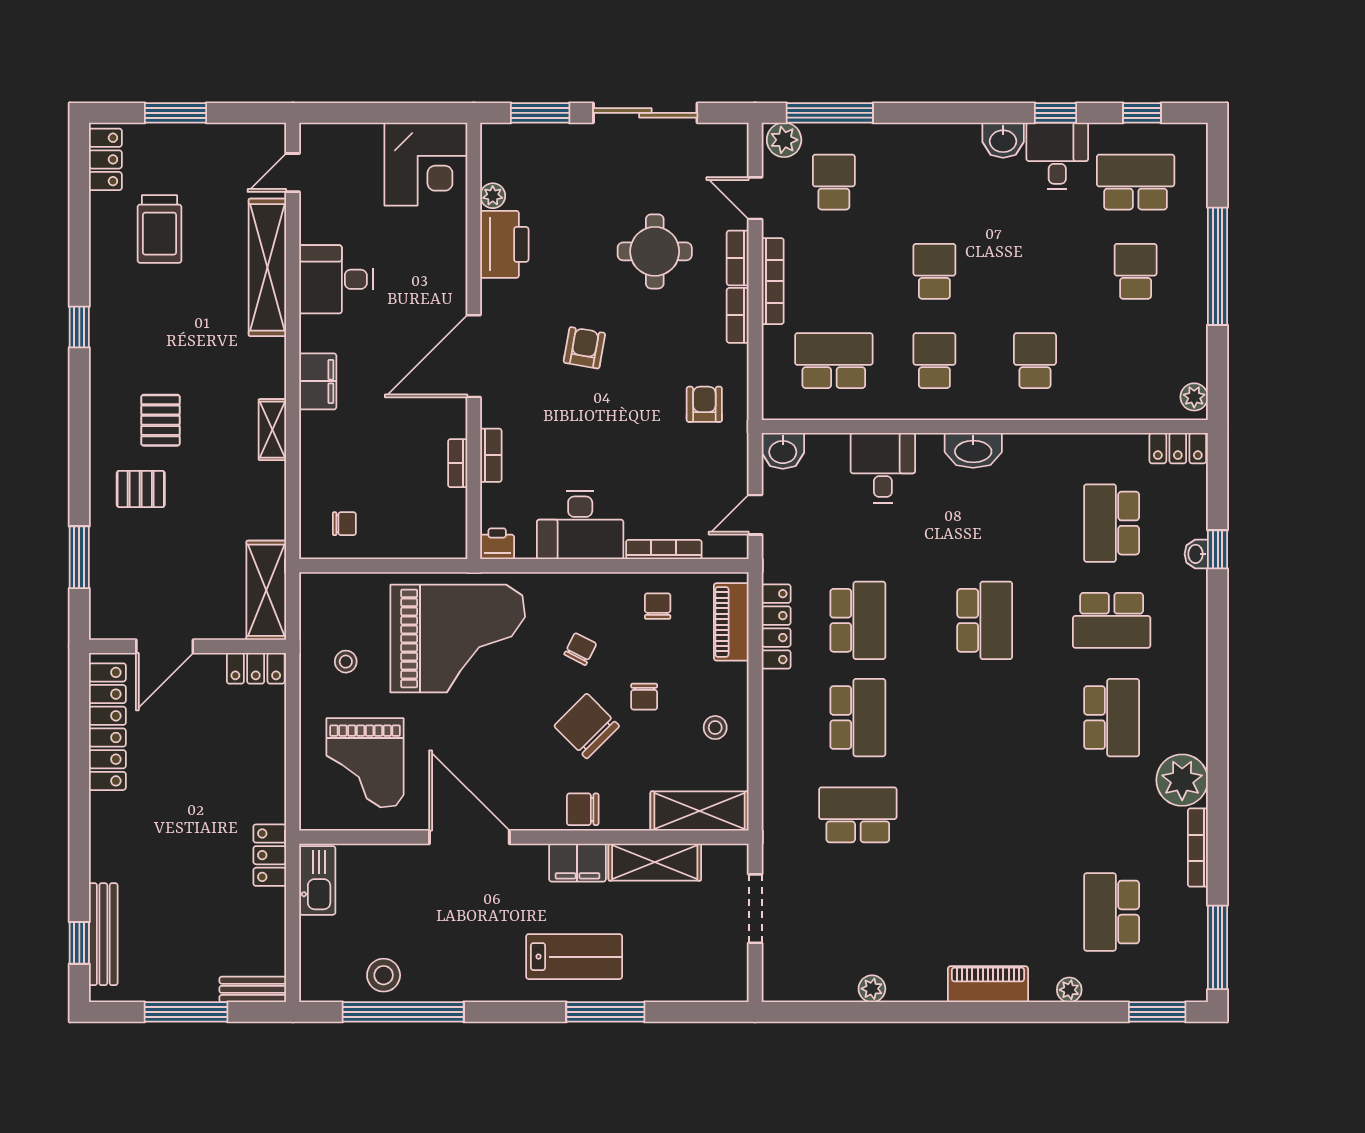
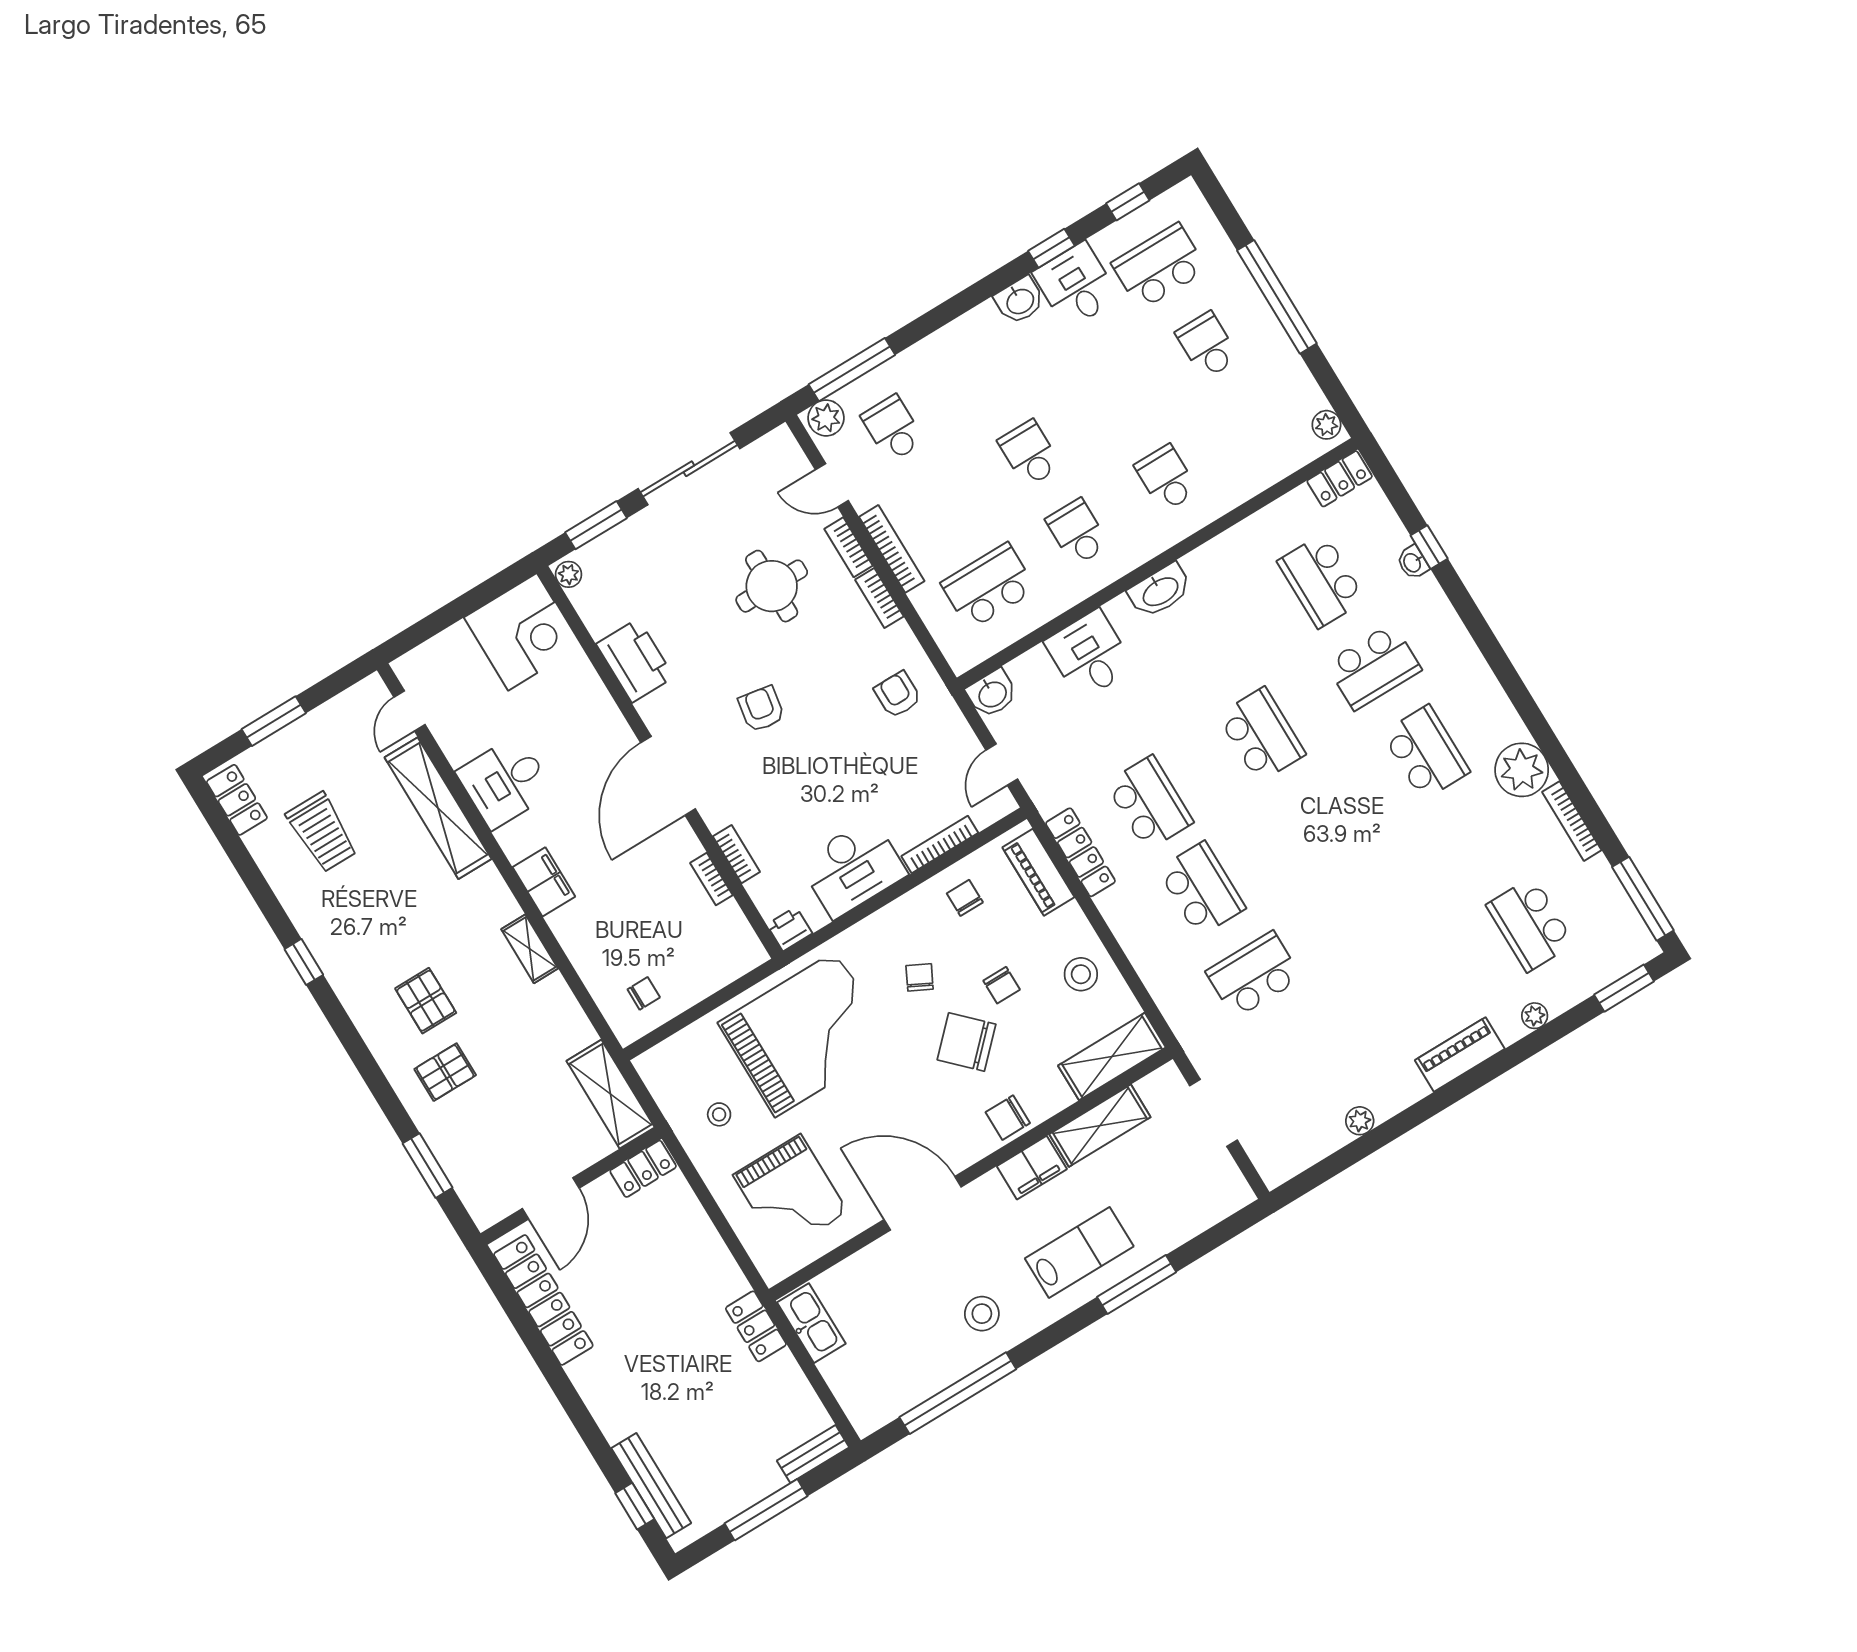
plant: (493, 196) -> (569, 574), moved
stool: (715, 728) -> (1081, 974), width x1.37, depth x1.37
stool: (384, 975) -> (982, 1314), moved

